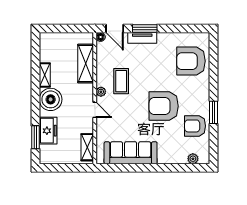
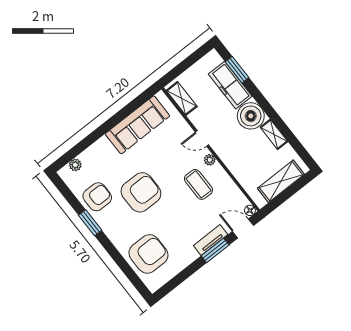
shelving: (86, 64) -> (281, 181), moved, turned 90
freezer: (48, 131) -> (230, 85), width x1.40

